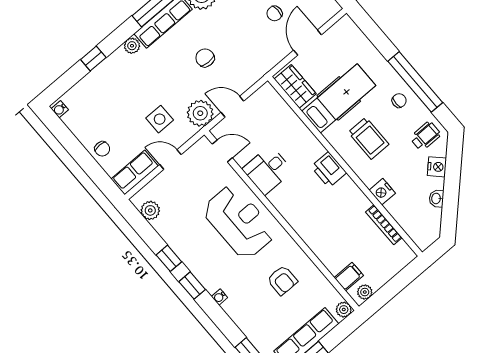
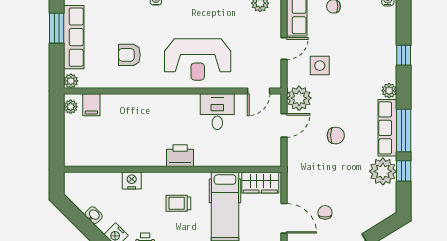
trolley: (368, 138) -> (178, 203), width x0.73, depth x0.72
bookcase: (384, 225) -> (107, 161), removed

